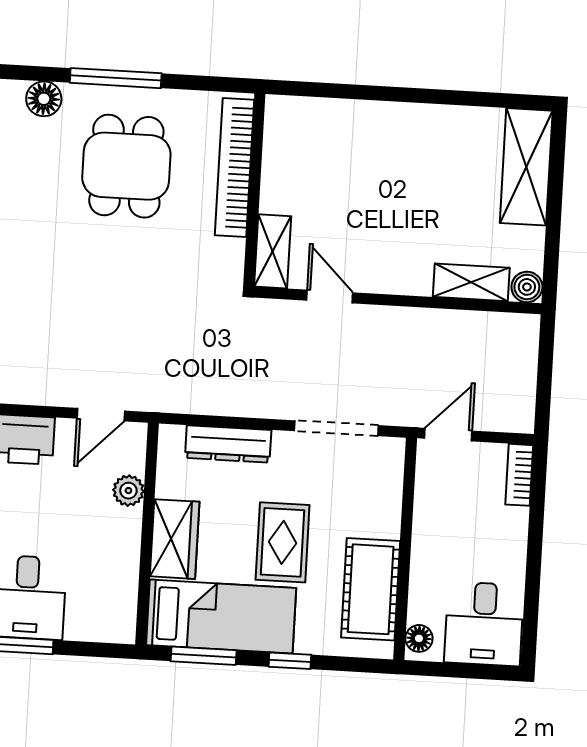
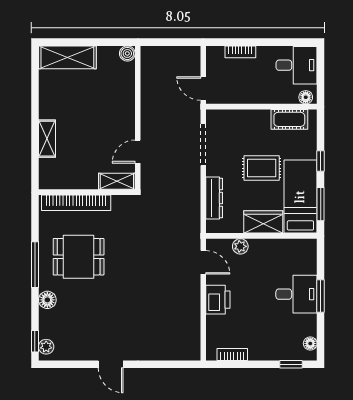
shelving: (471, 282) -> (47, 139), moved
bookcase: (519, 475) -> (240, 52), moved
cot: (371, 589) -> (289, 119), width x0.73, depth x0.75

